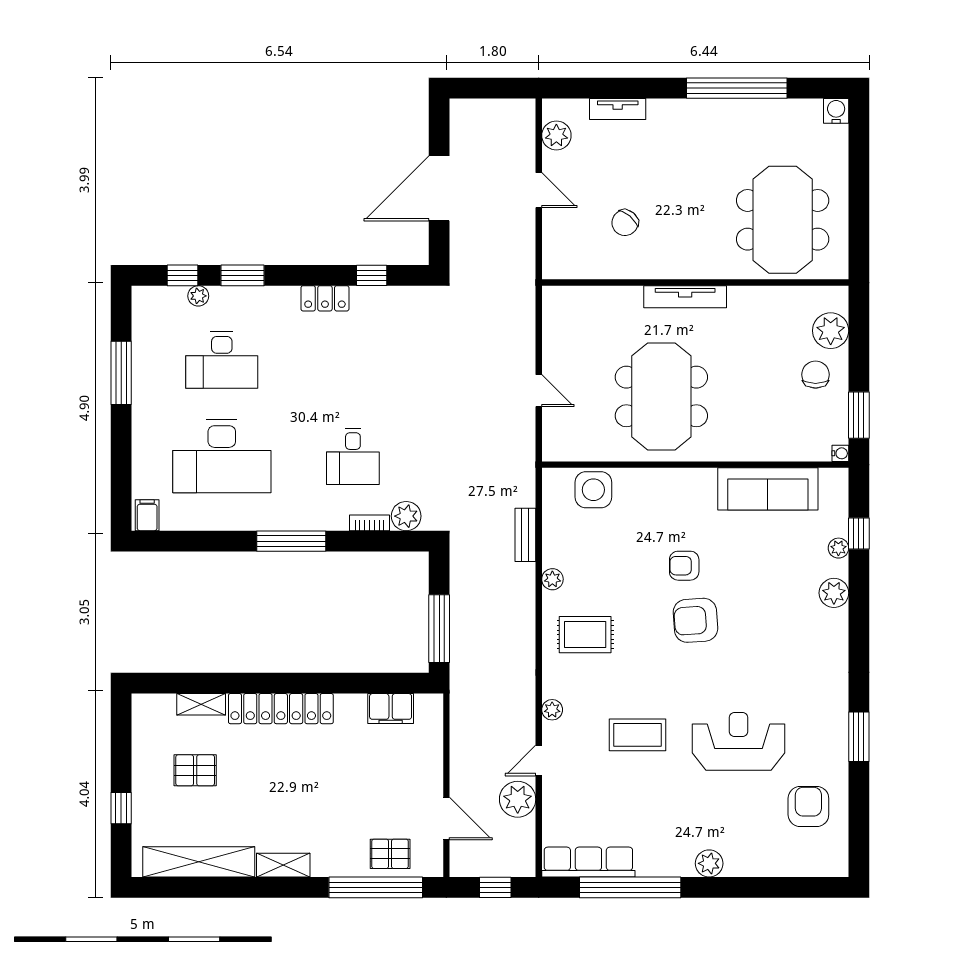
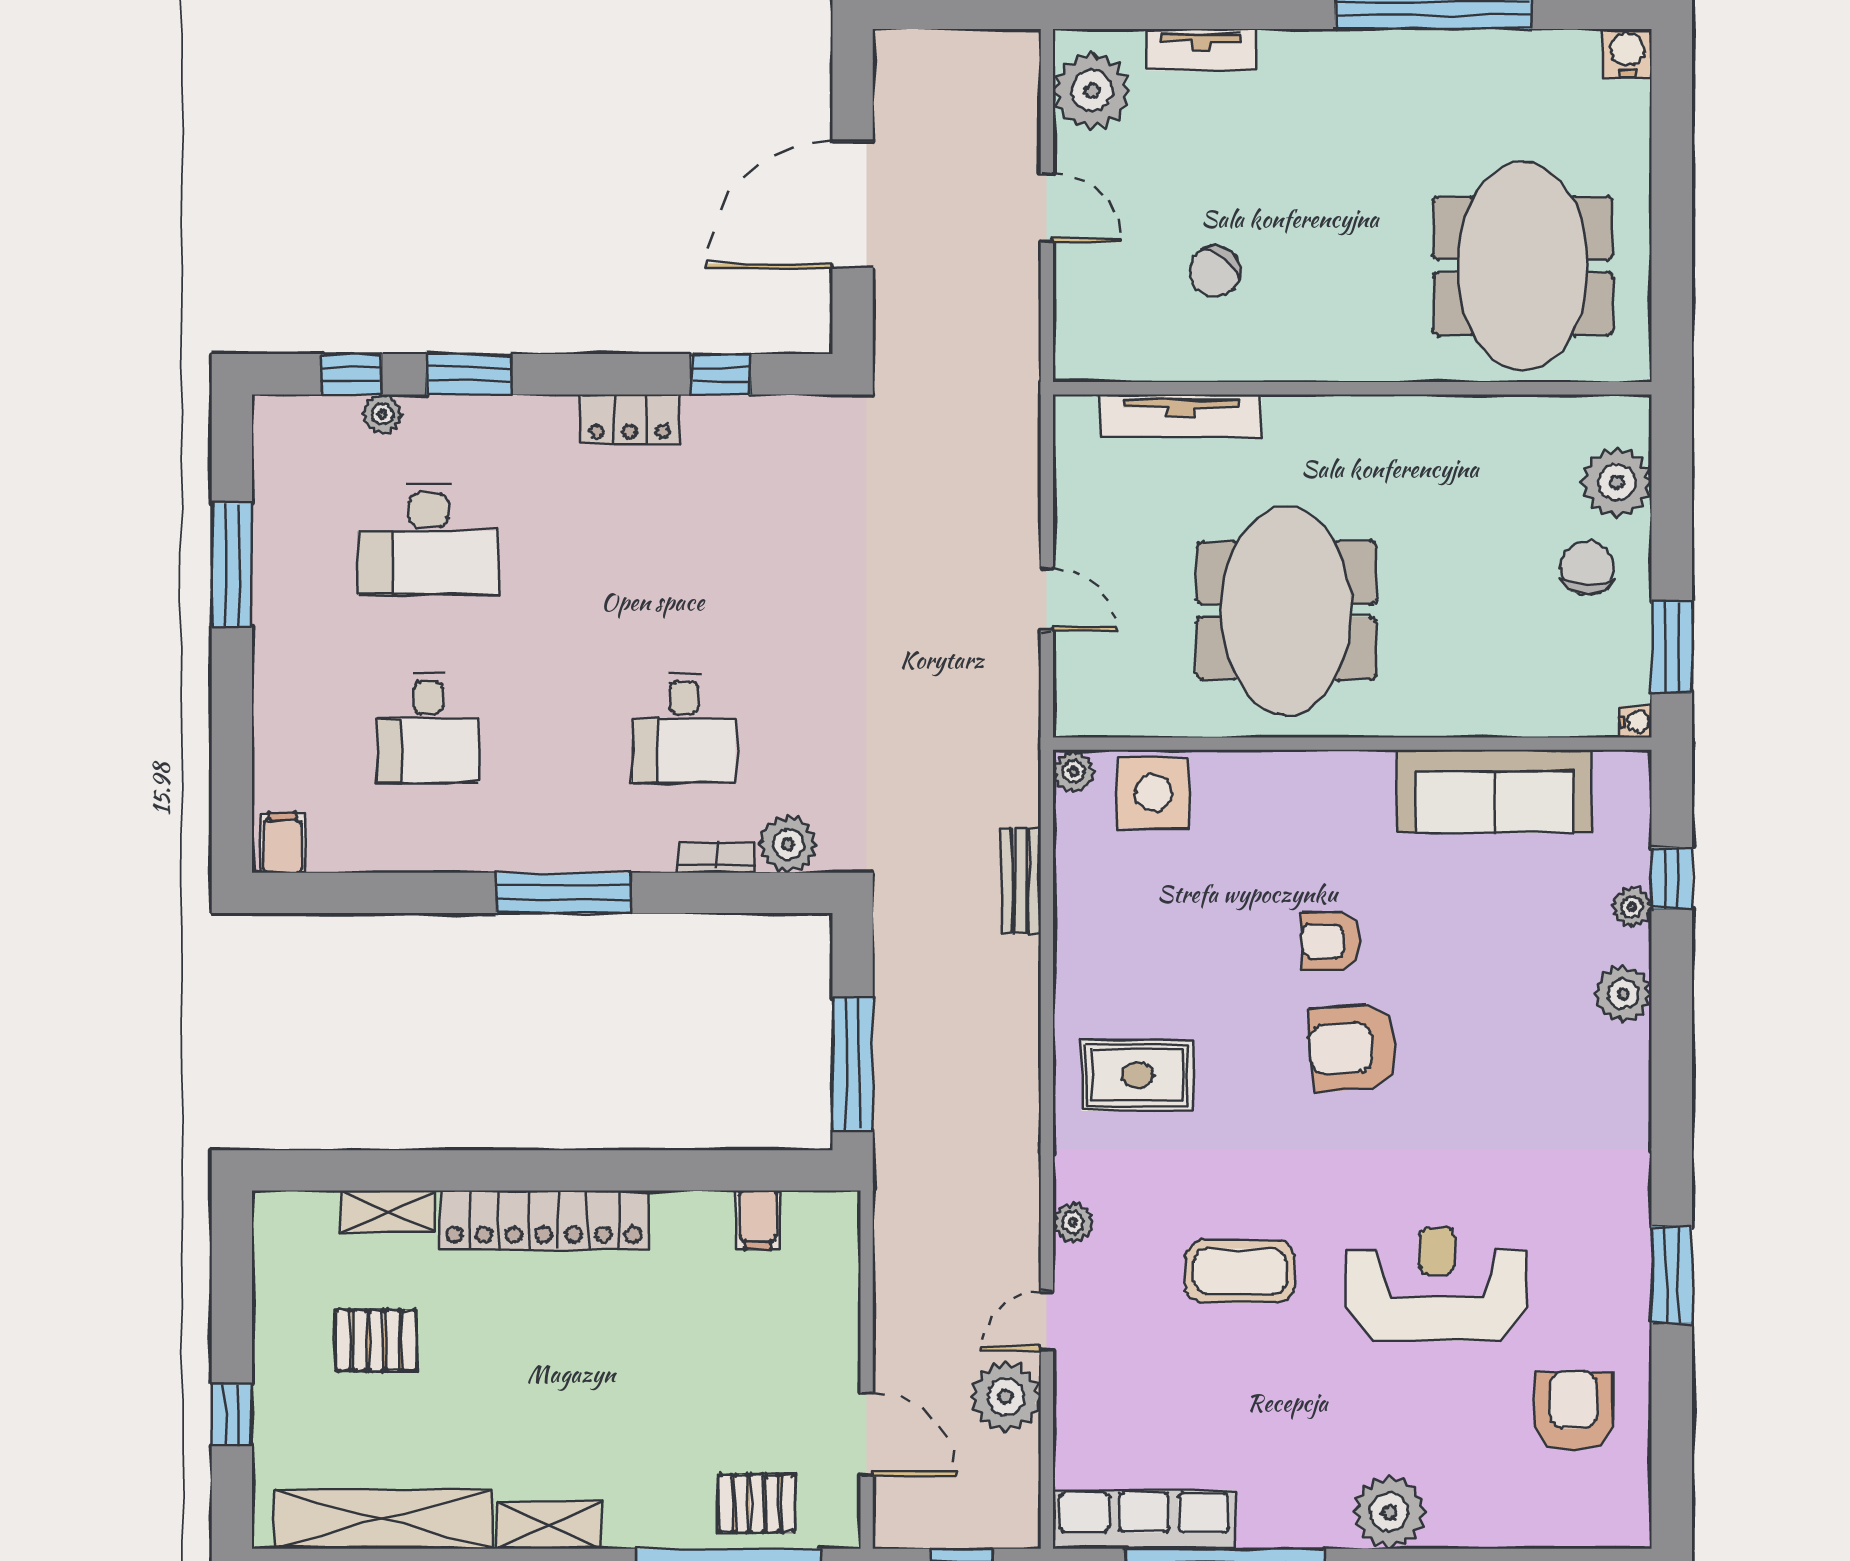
plant: (556, 135) -> (1092, 91), width x1.36, depth x1.36
tv unit: (685, 297) -> (1181, 416), moved
desk: (222, 456) -> (428, 727), width x0.53, depth x0.77
plant: (552, 579) -> (1074, 772), moved
filing cabinet: (391, 709) -> (758, 1220), width x0.50
plant: (709, 863) -> (1389, 1512), width x1.36, depth x1.36

